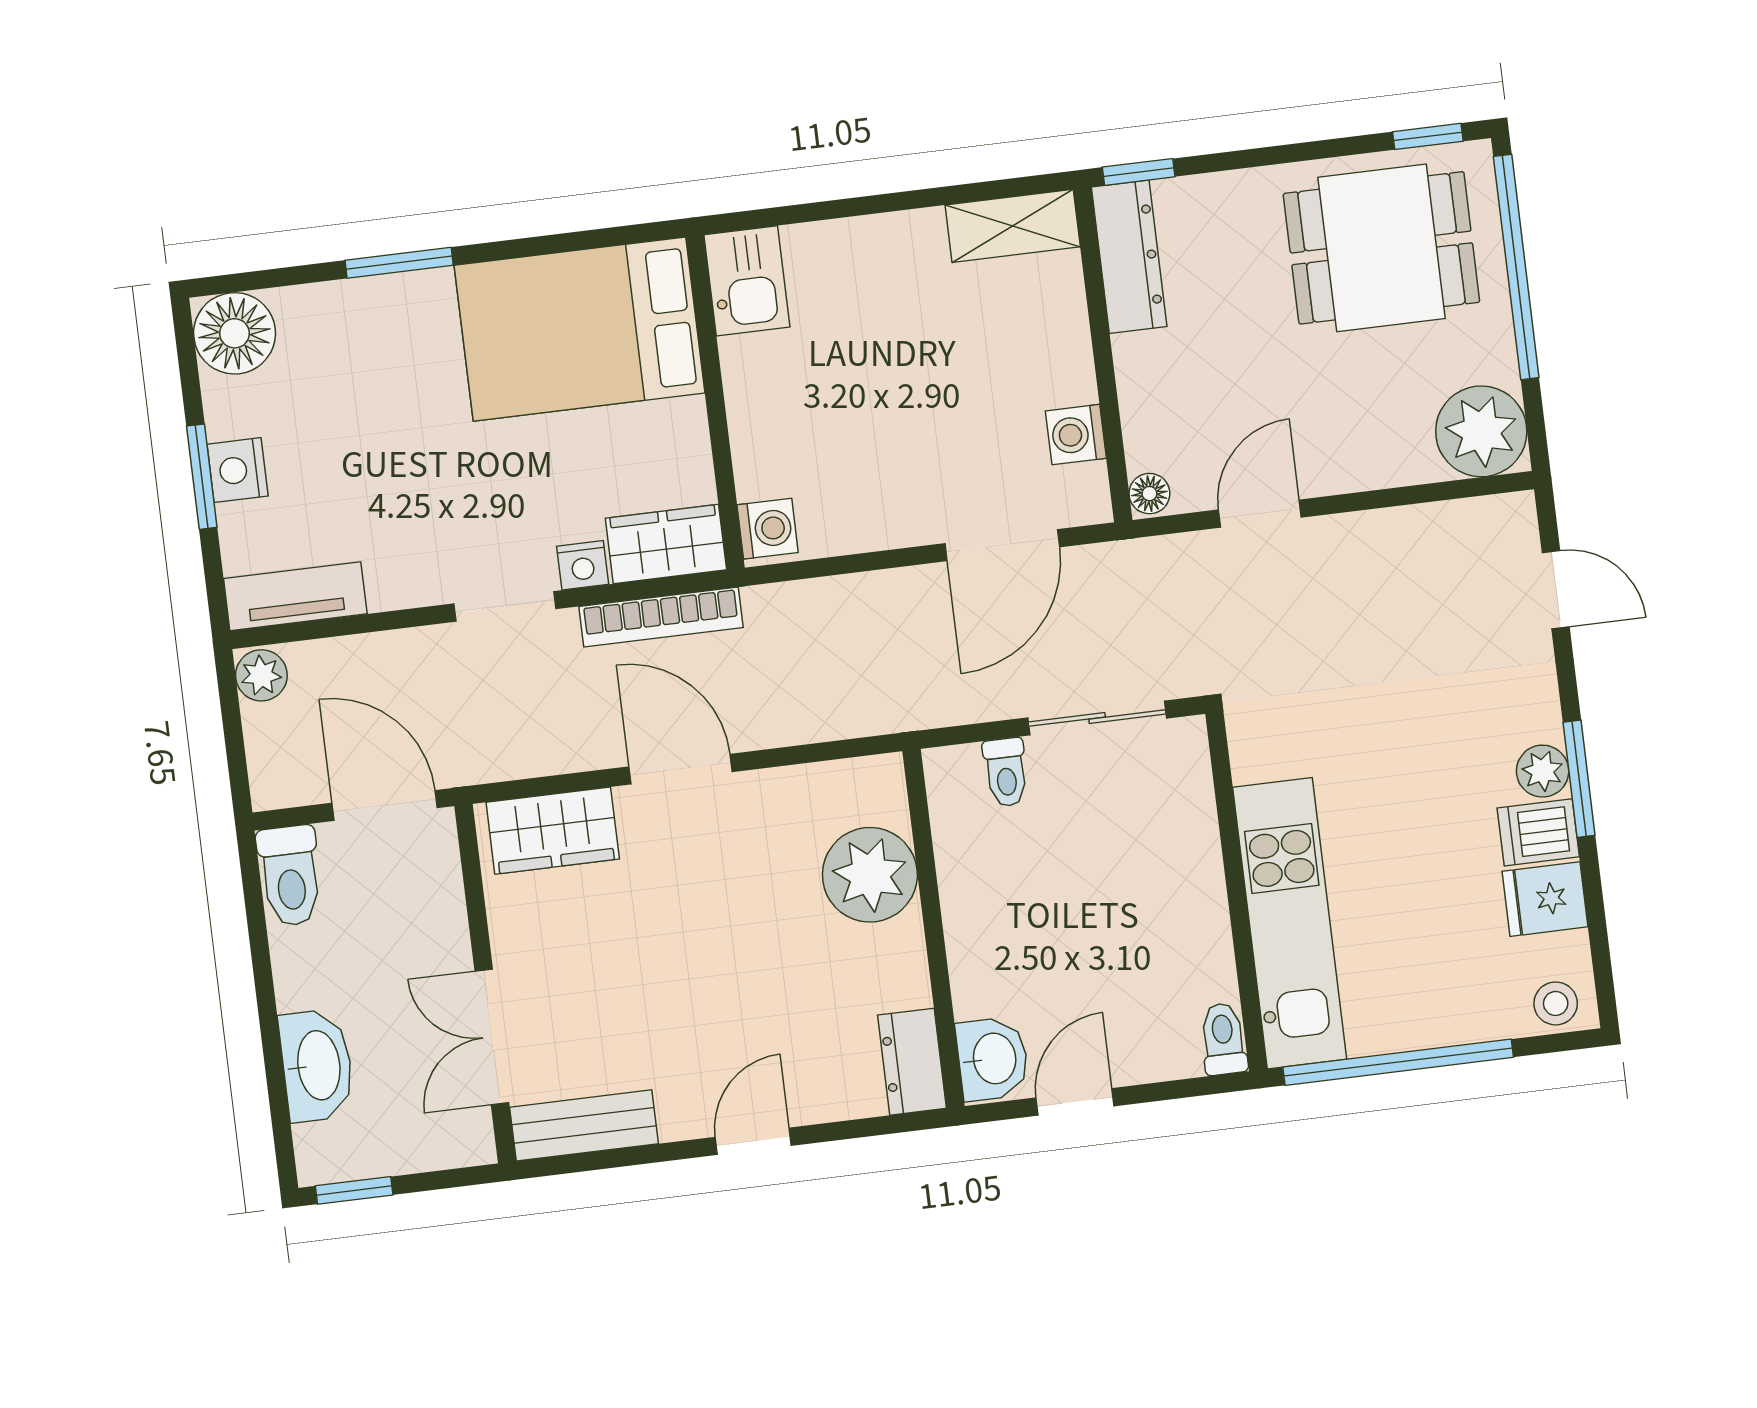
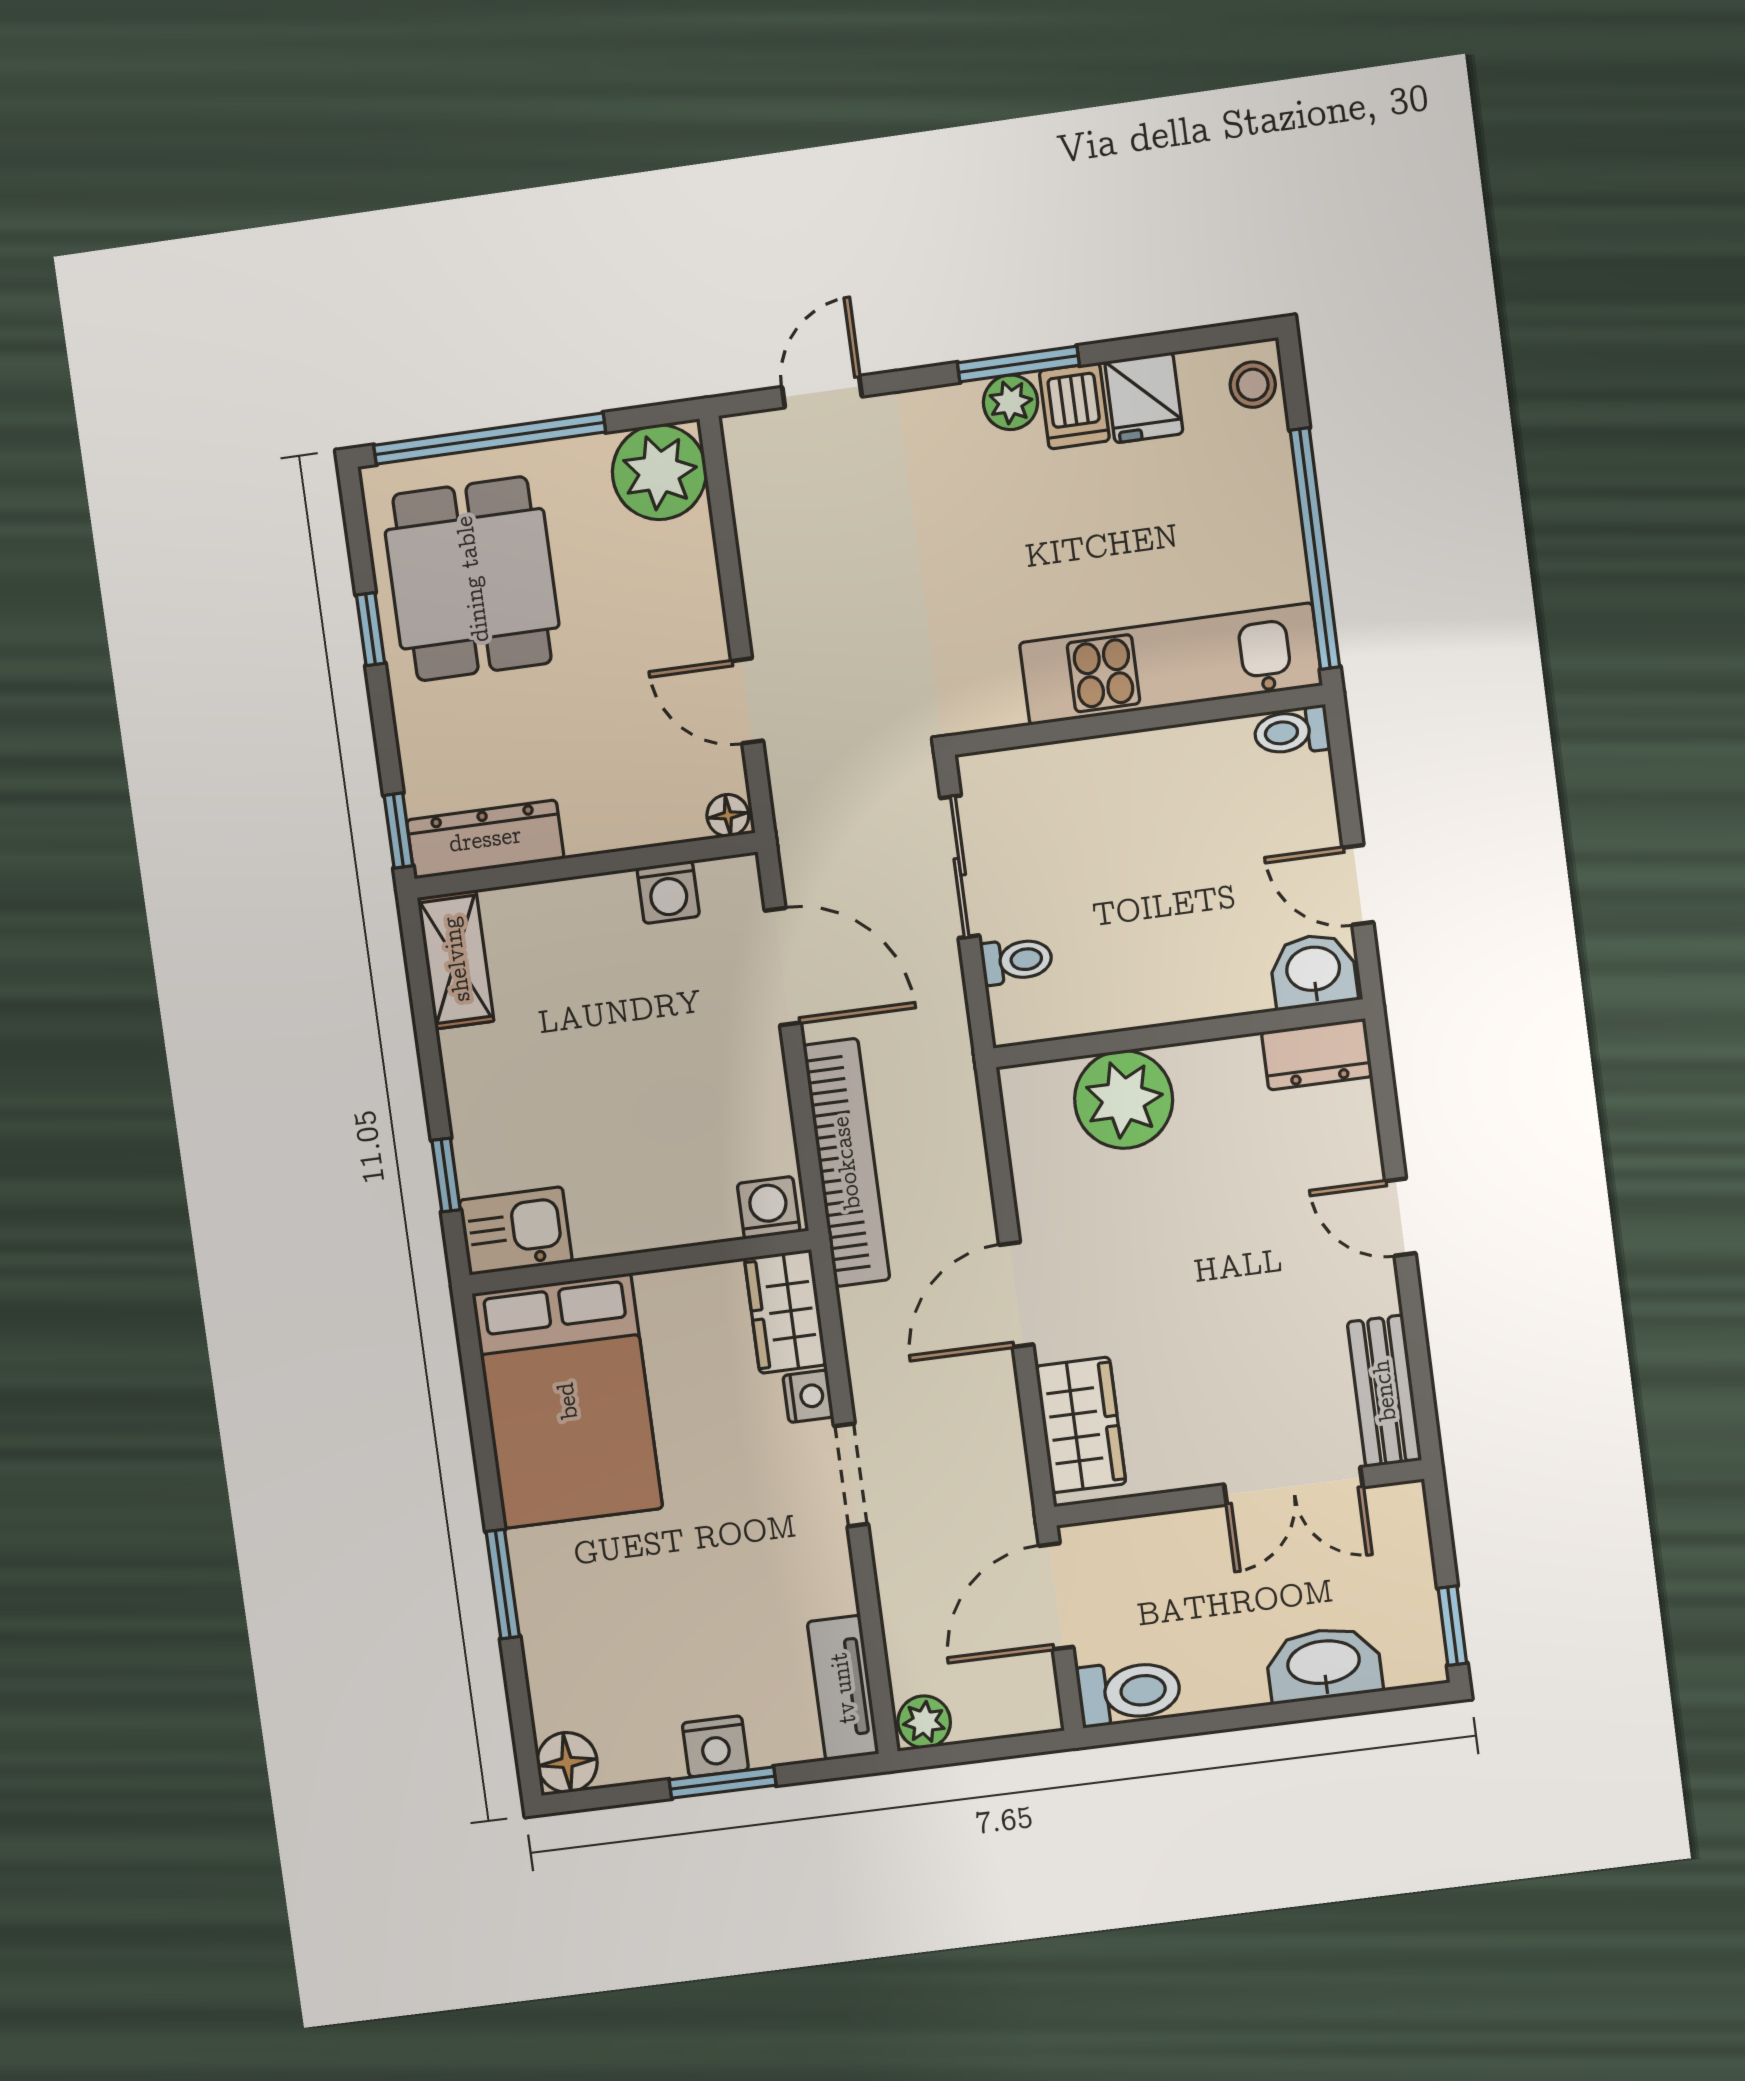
window: (1428, 136) -> (370, 629), moved
window: (802, 213) -> (446, 1175), added
floor lamp: (235, 333) -> (567, 1762), width x0.73, depth x0.73
bookcase: (661, 617) -> (846, 1163), moved, width x1.48, depth x1.31

